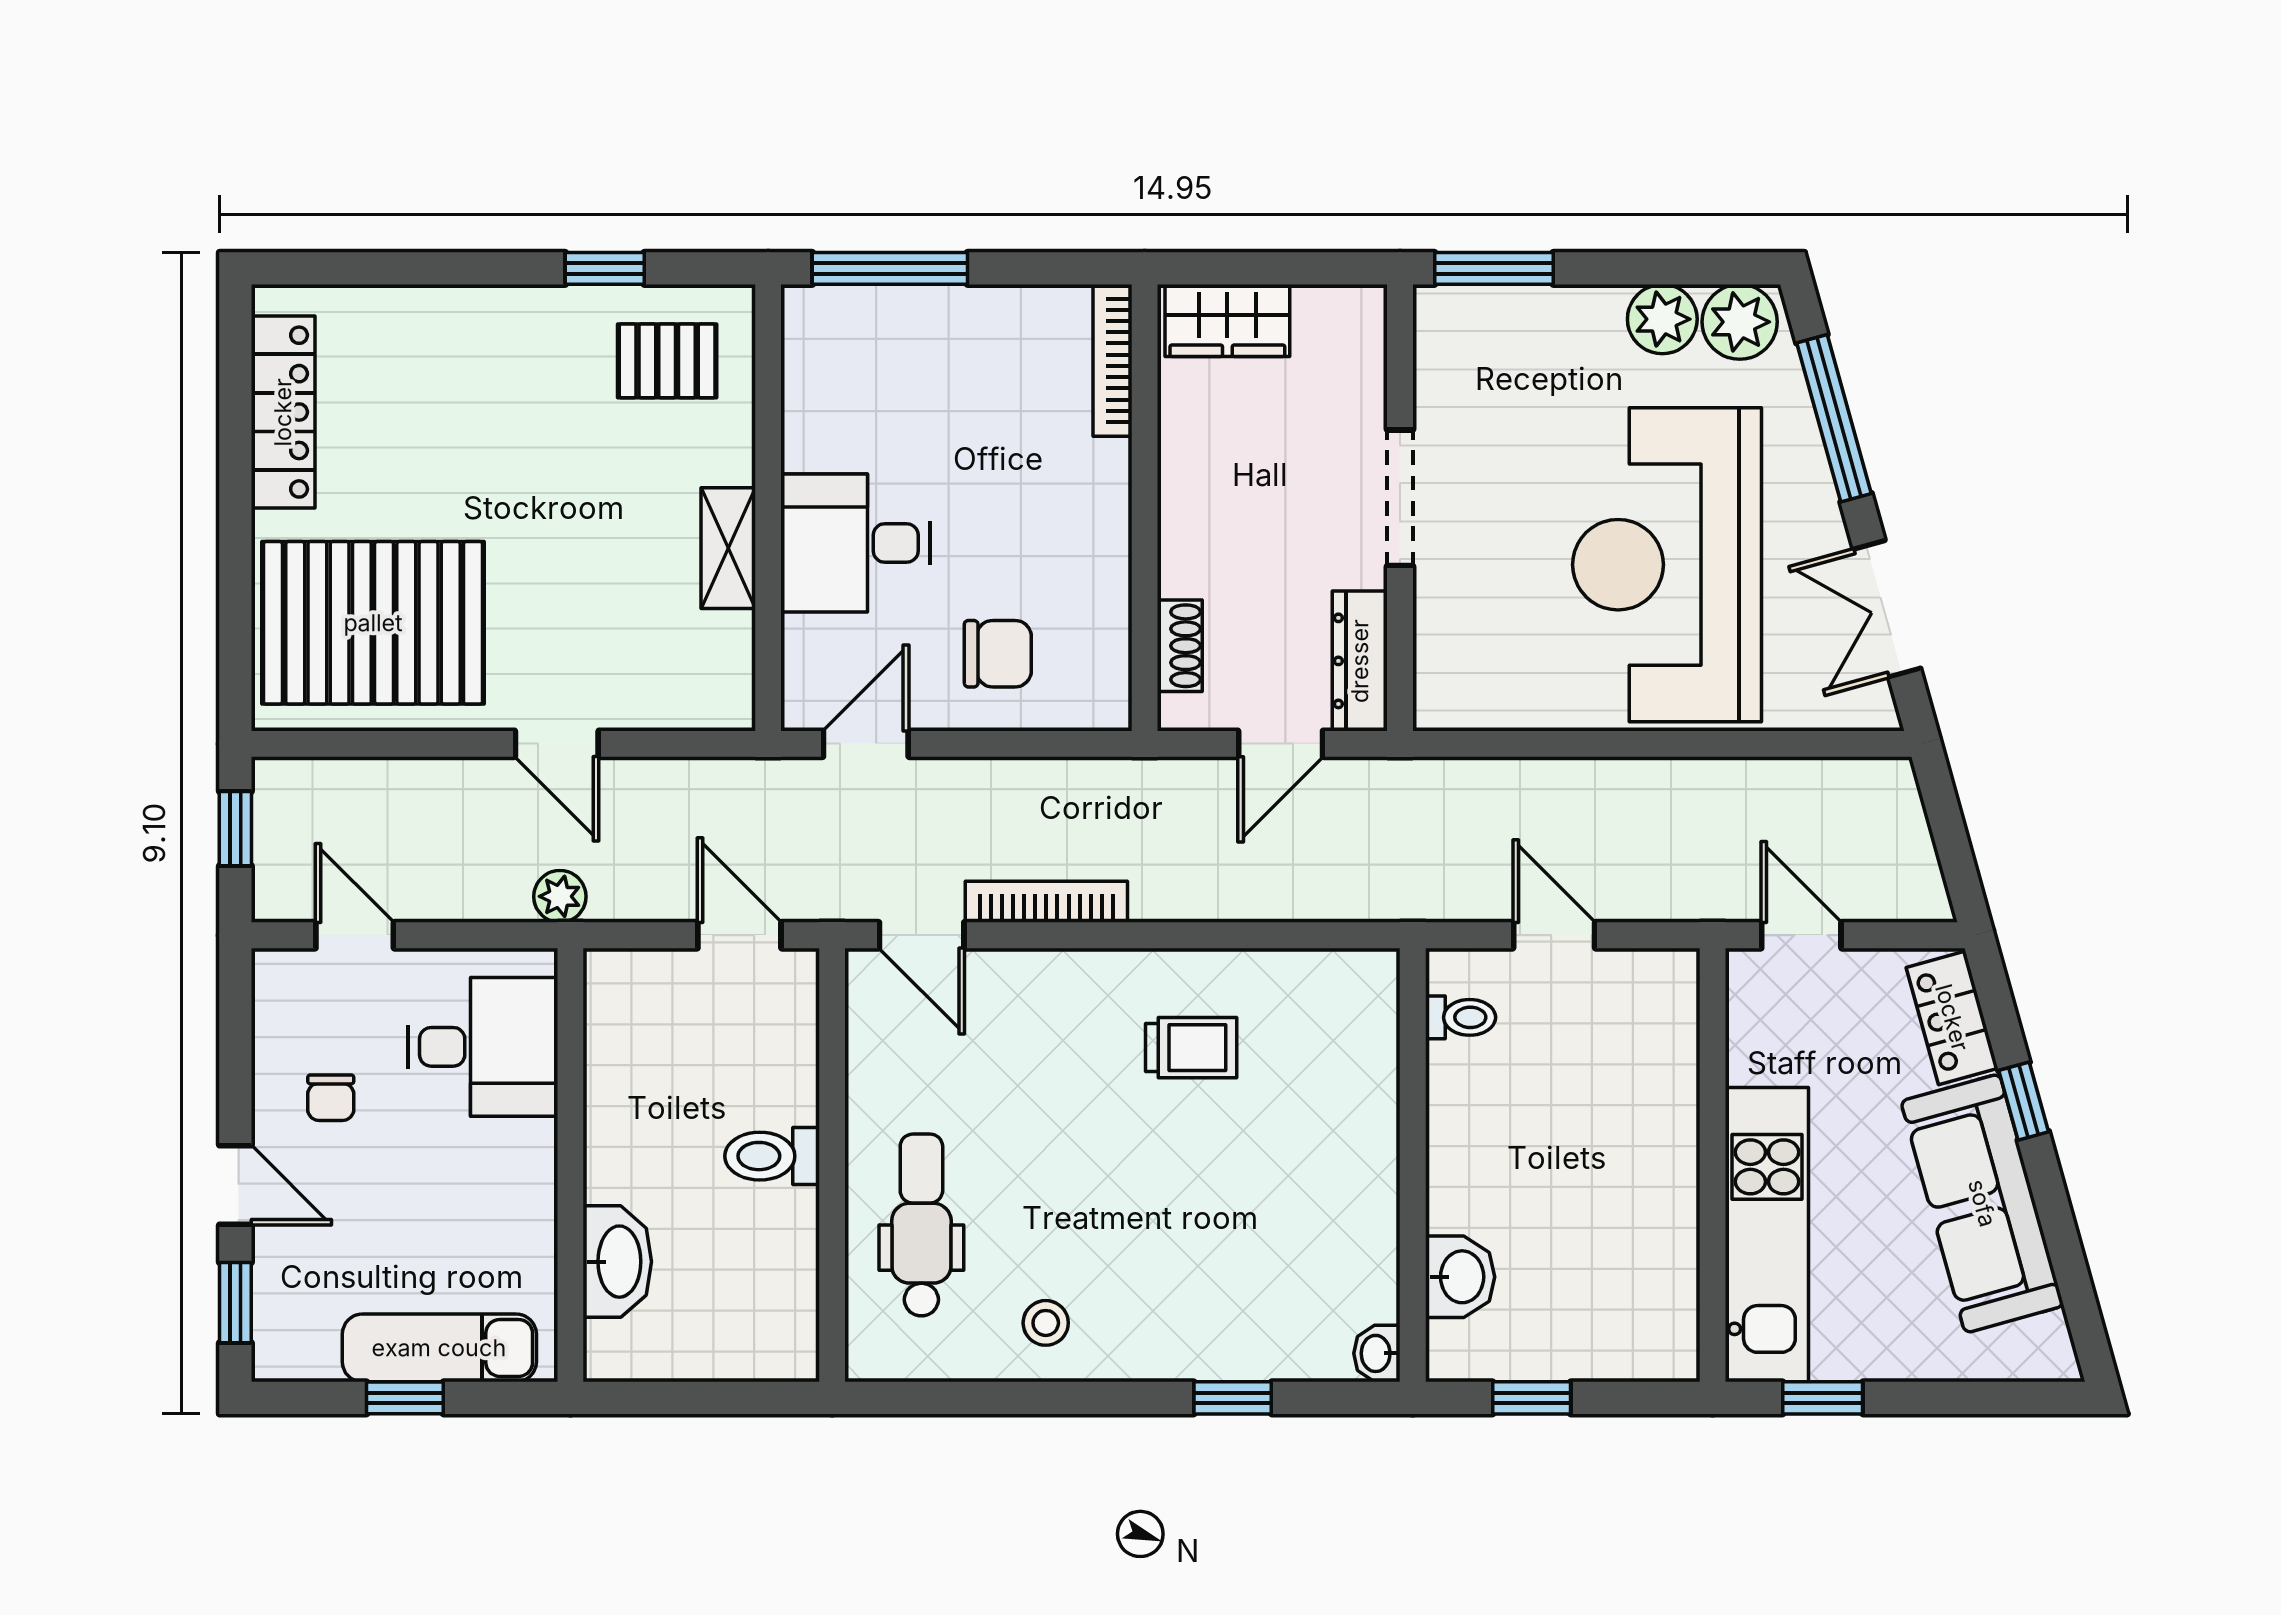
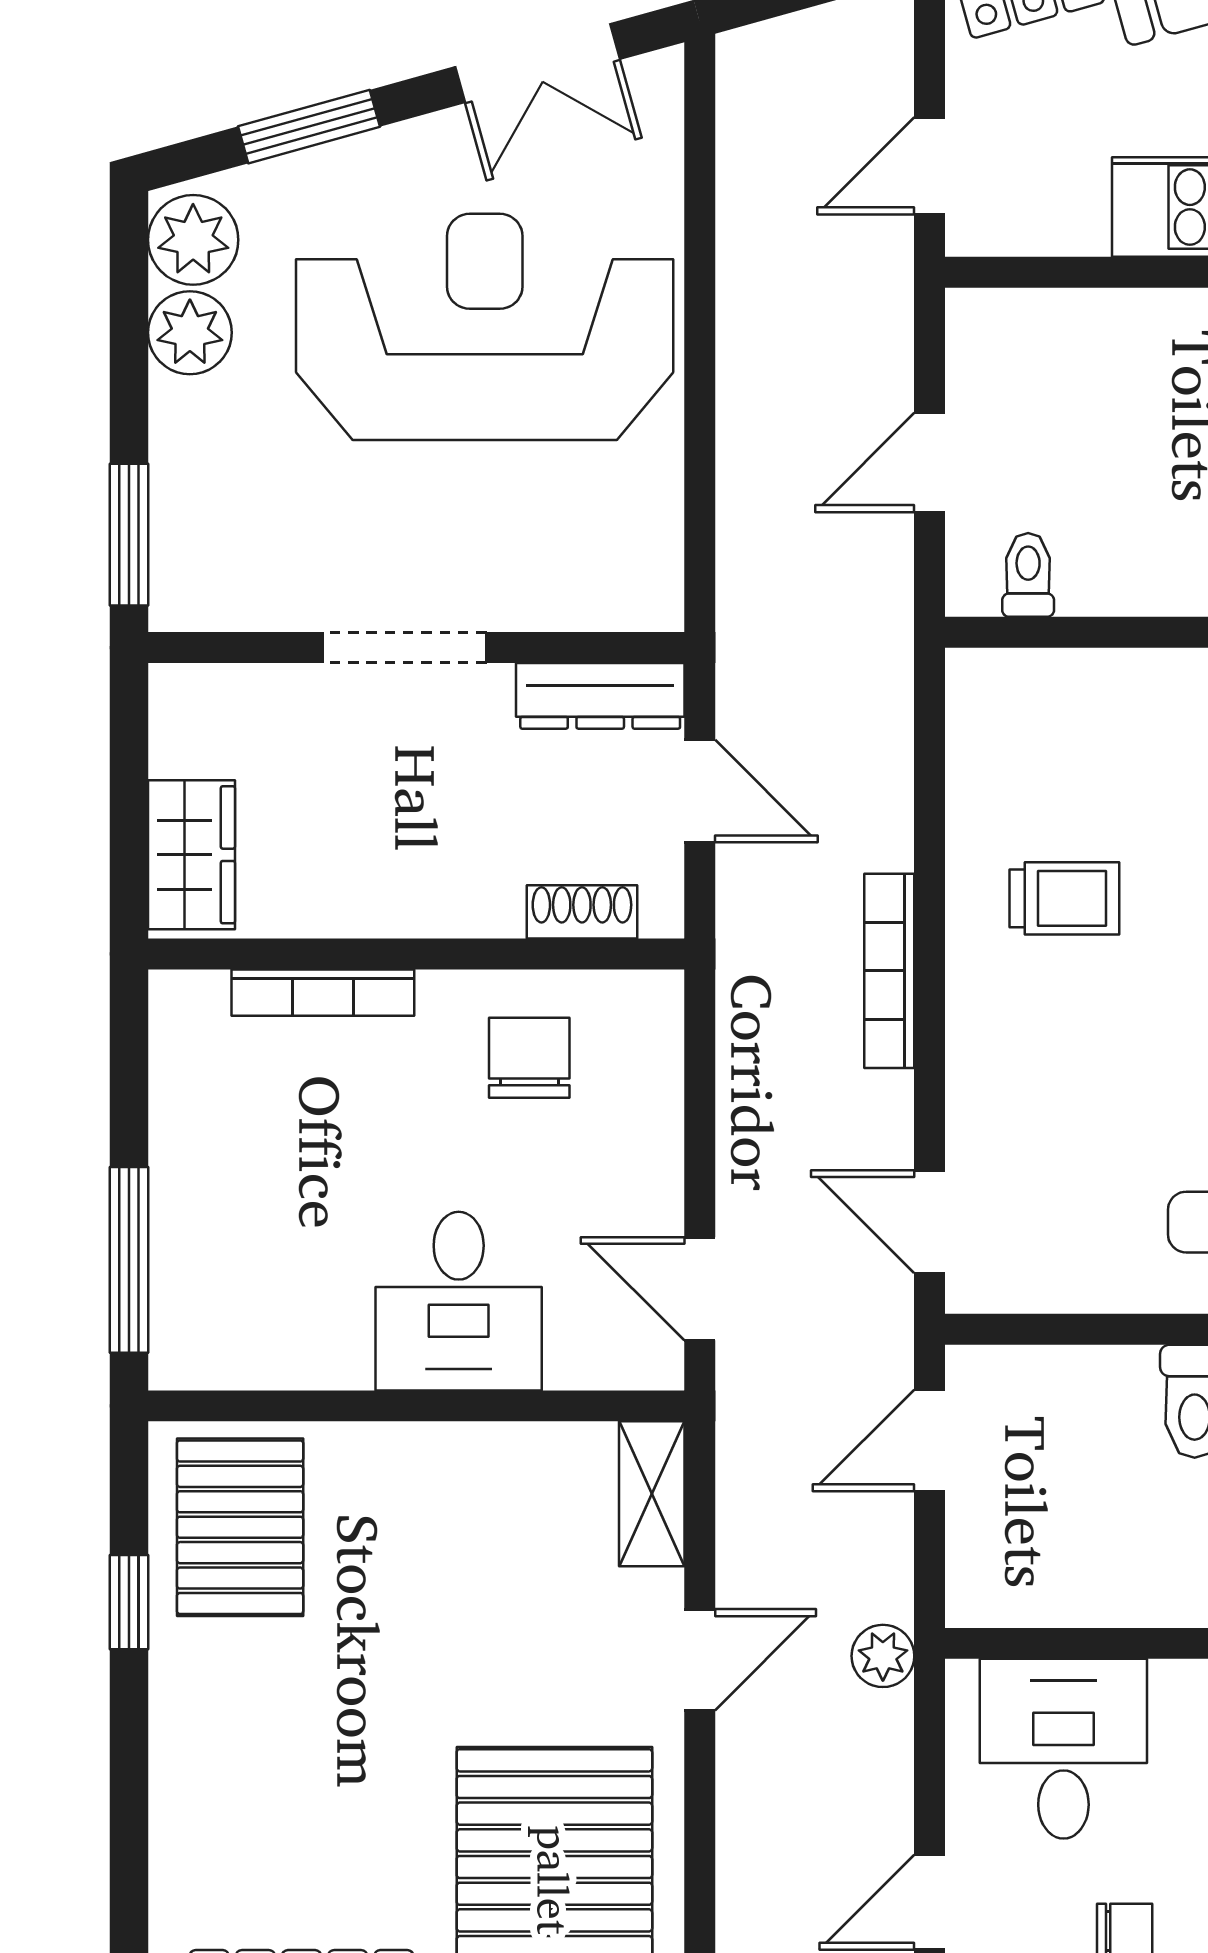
bookcase: (1113, 360) -> (323, 993), moved
pallet: (667, 361) -> (240, 1527), width x1.50, depth x1.42
window: (1834, 418) -> (309, 127), width x0.69
shelving: (728, 548) -> (652, 1494), moved, turned 90
reception desk: (1667, 565) -> (485, 327), turned 180
chair: (998, 654) -> (529, 1058), moved
bookcase: (1046, 902) -> (889, 971), moved
door: (922, 935) -> (929, 1222), swing flipped
trolley: (1191, 1048) -> (1064, 898), turned 90

